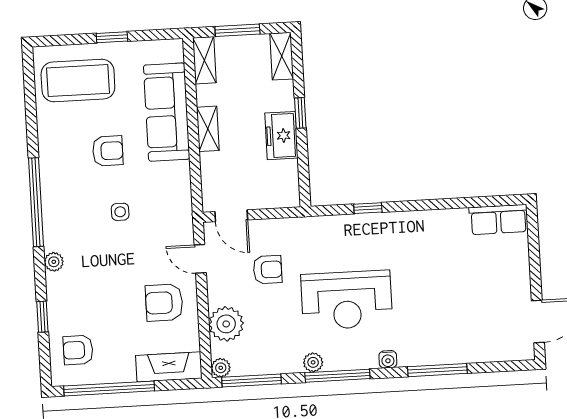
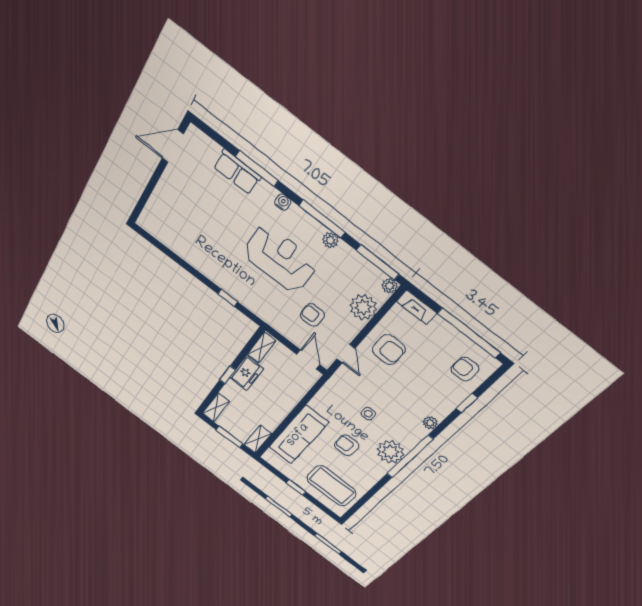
shelving: (208, 129) -> (262, 348), moved
plant: (59, 189) -> (391, 452), added
row of seats: (498, 219) -> (237, 172), moved, turned 180
armchair: (78, 350) -> (465, 369), turned 180
fireplace: (169, 367) -> (417, 307), width x0.73, depth x0.76

